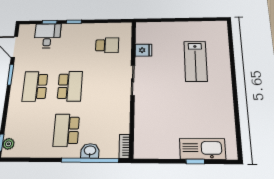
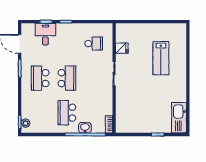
kitchen sink: (202, 149) -> (179, 118), moved, turned -90

